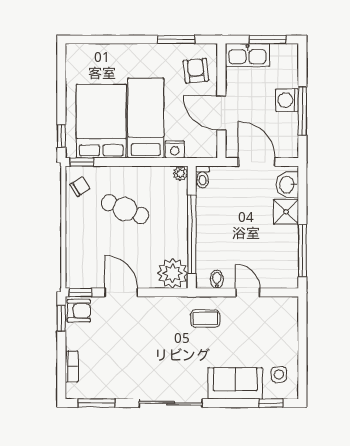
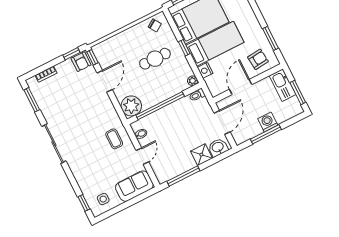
window: (82, 162) -> (184, 48), moved
cafe table: (125, 209) -> (155, 59), turned 68
sofa: (235, 383) -> (134, 186), moved, turned -90

